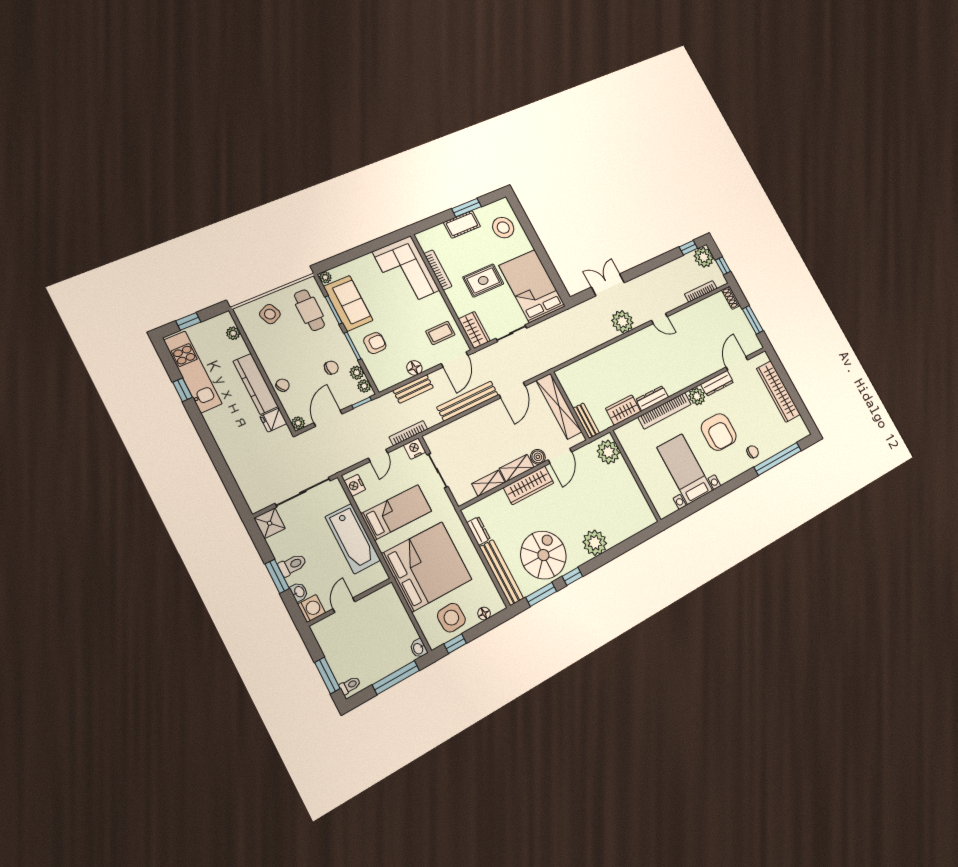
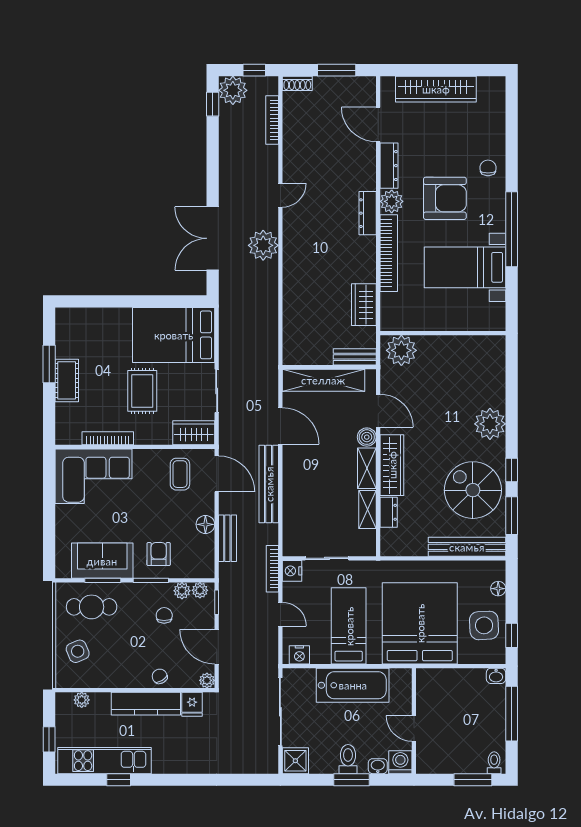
stool: (503, 228) -> (91, 332), removed
plant: (325, 277) -> (63, 571), removed
double door: (608, 285) -> (213, 238), width x1.37
dresser: (652, 398) -> (368, 213), moved
window: (778, 459) -> (512, 229), moved
dresser: (479, 531) -> (389, 512), moved, turned 90

